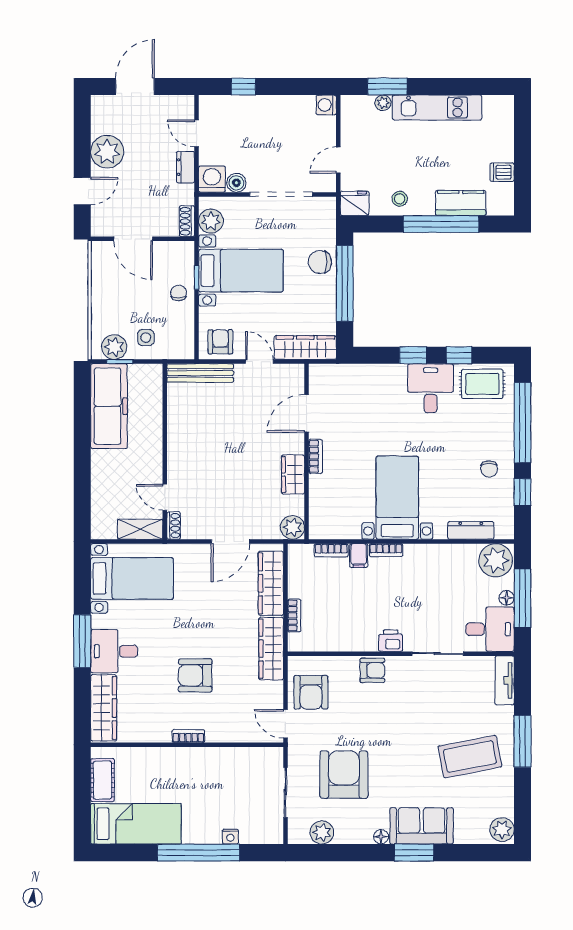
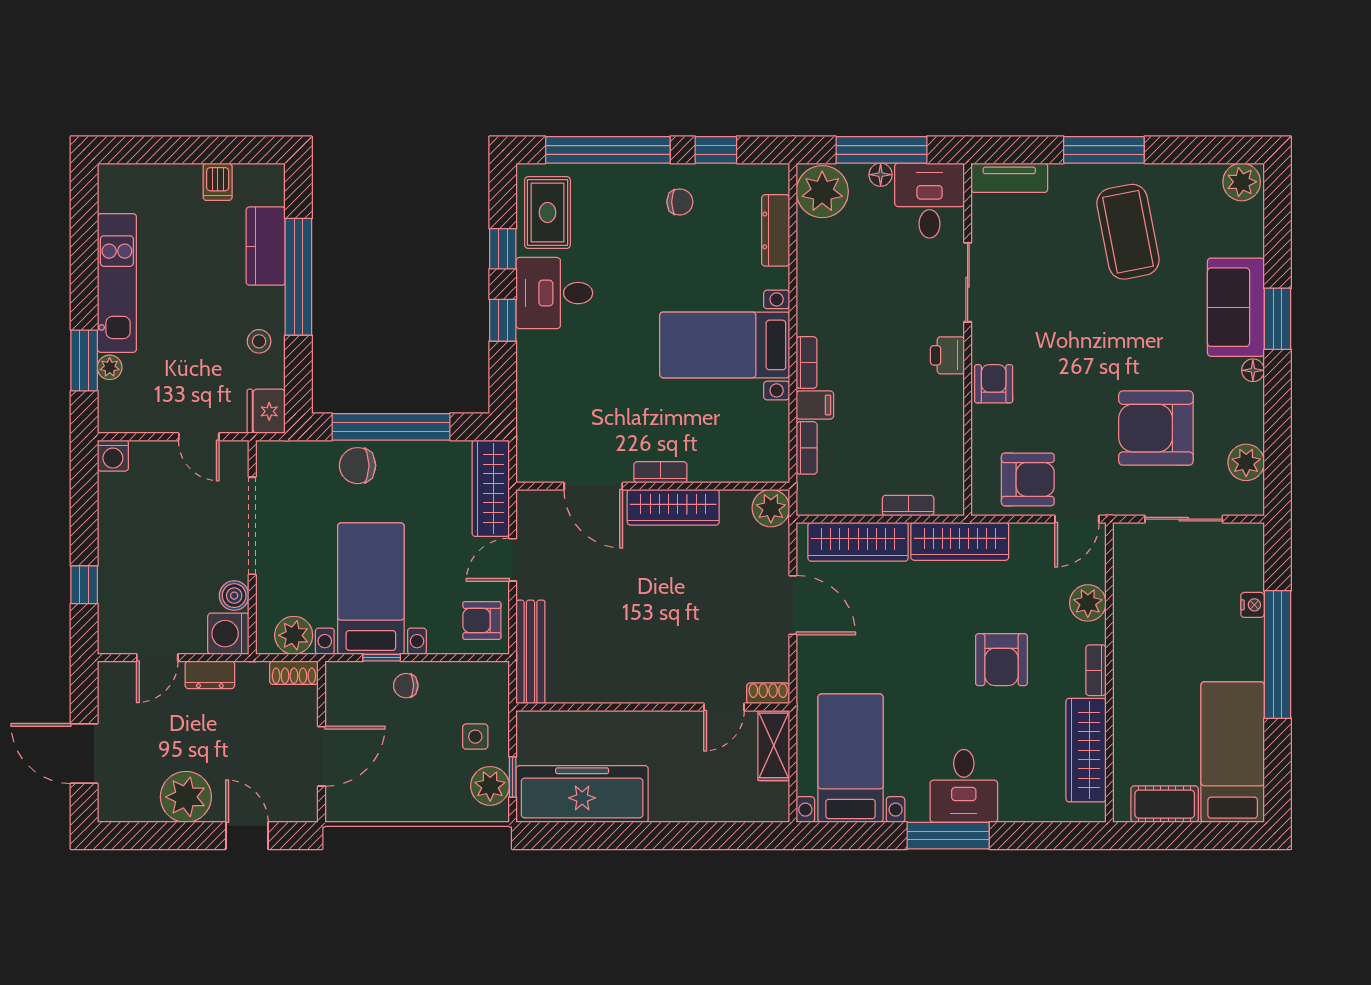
chair: (320, 262) -> (358, 466), turned 90
wardrobe: (293, 474) -> (673, 507), width x1.50
wardrobe: (104, 708) -> (1086, 750), moved, turned -90
plant: (232, 731) -> (1088, 603), added

